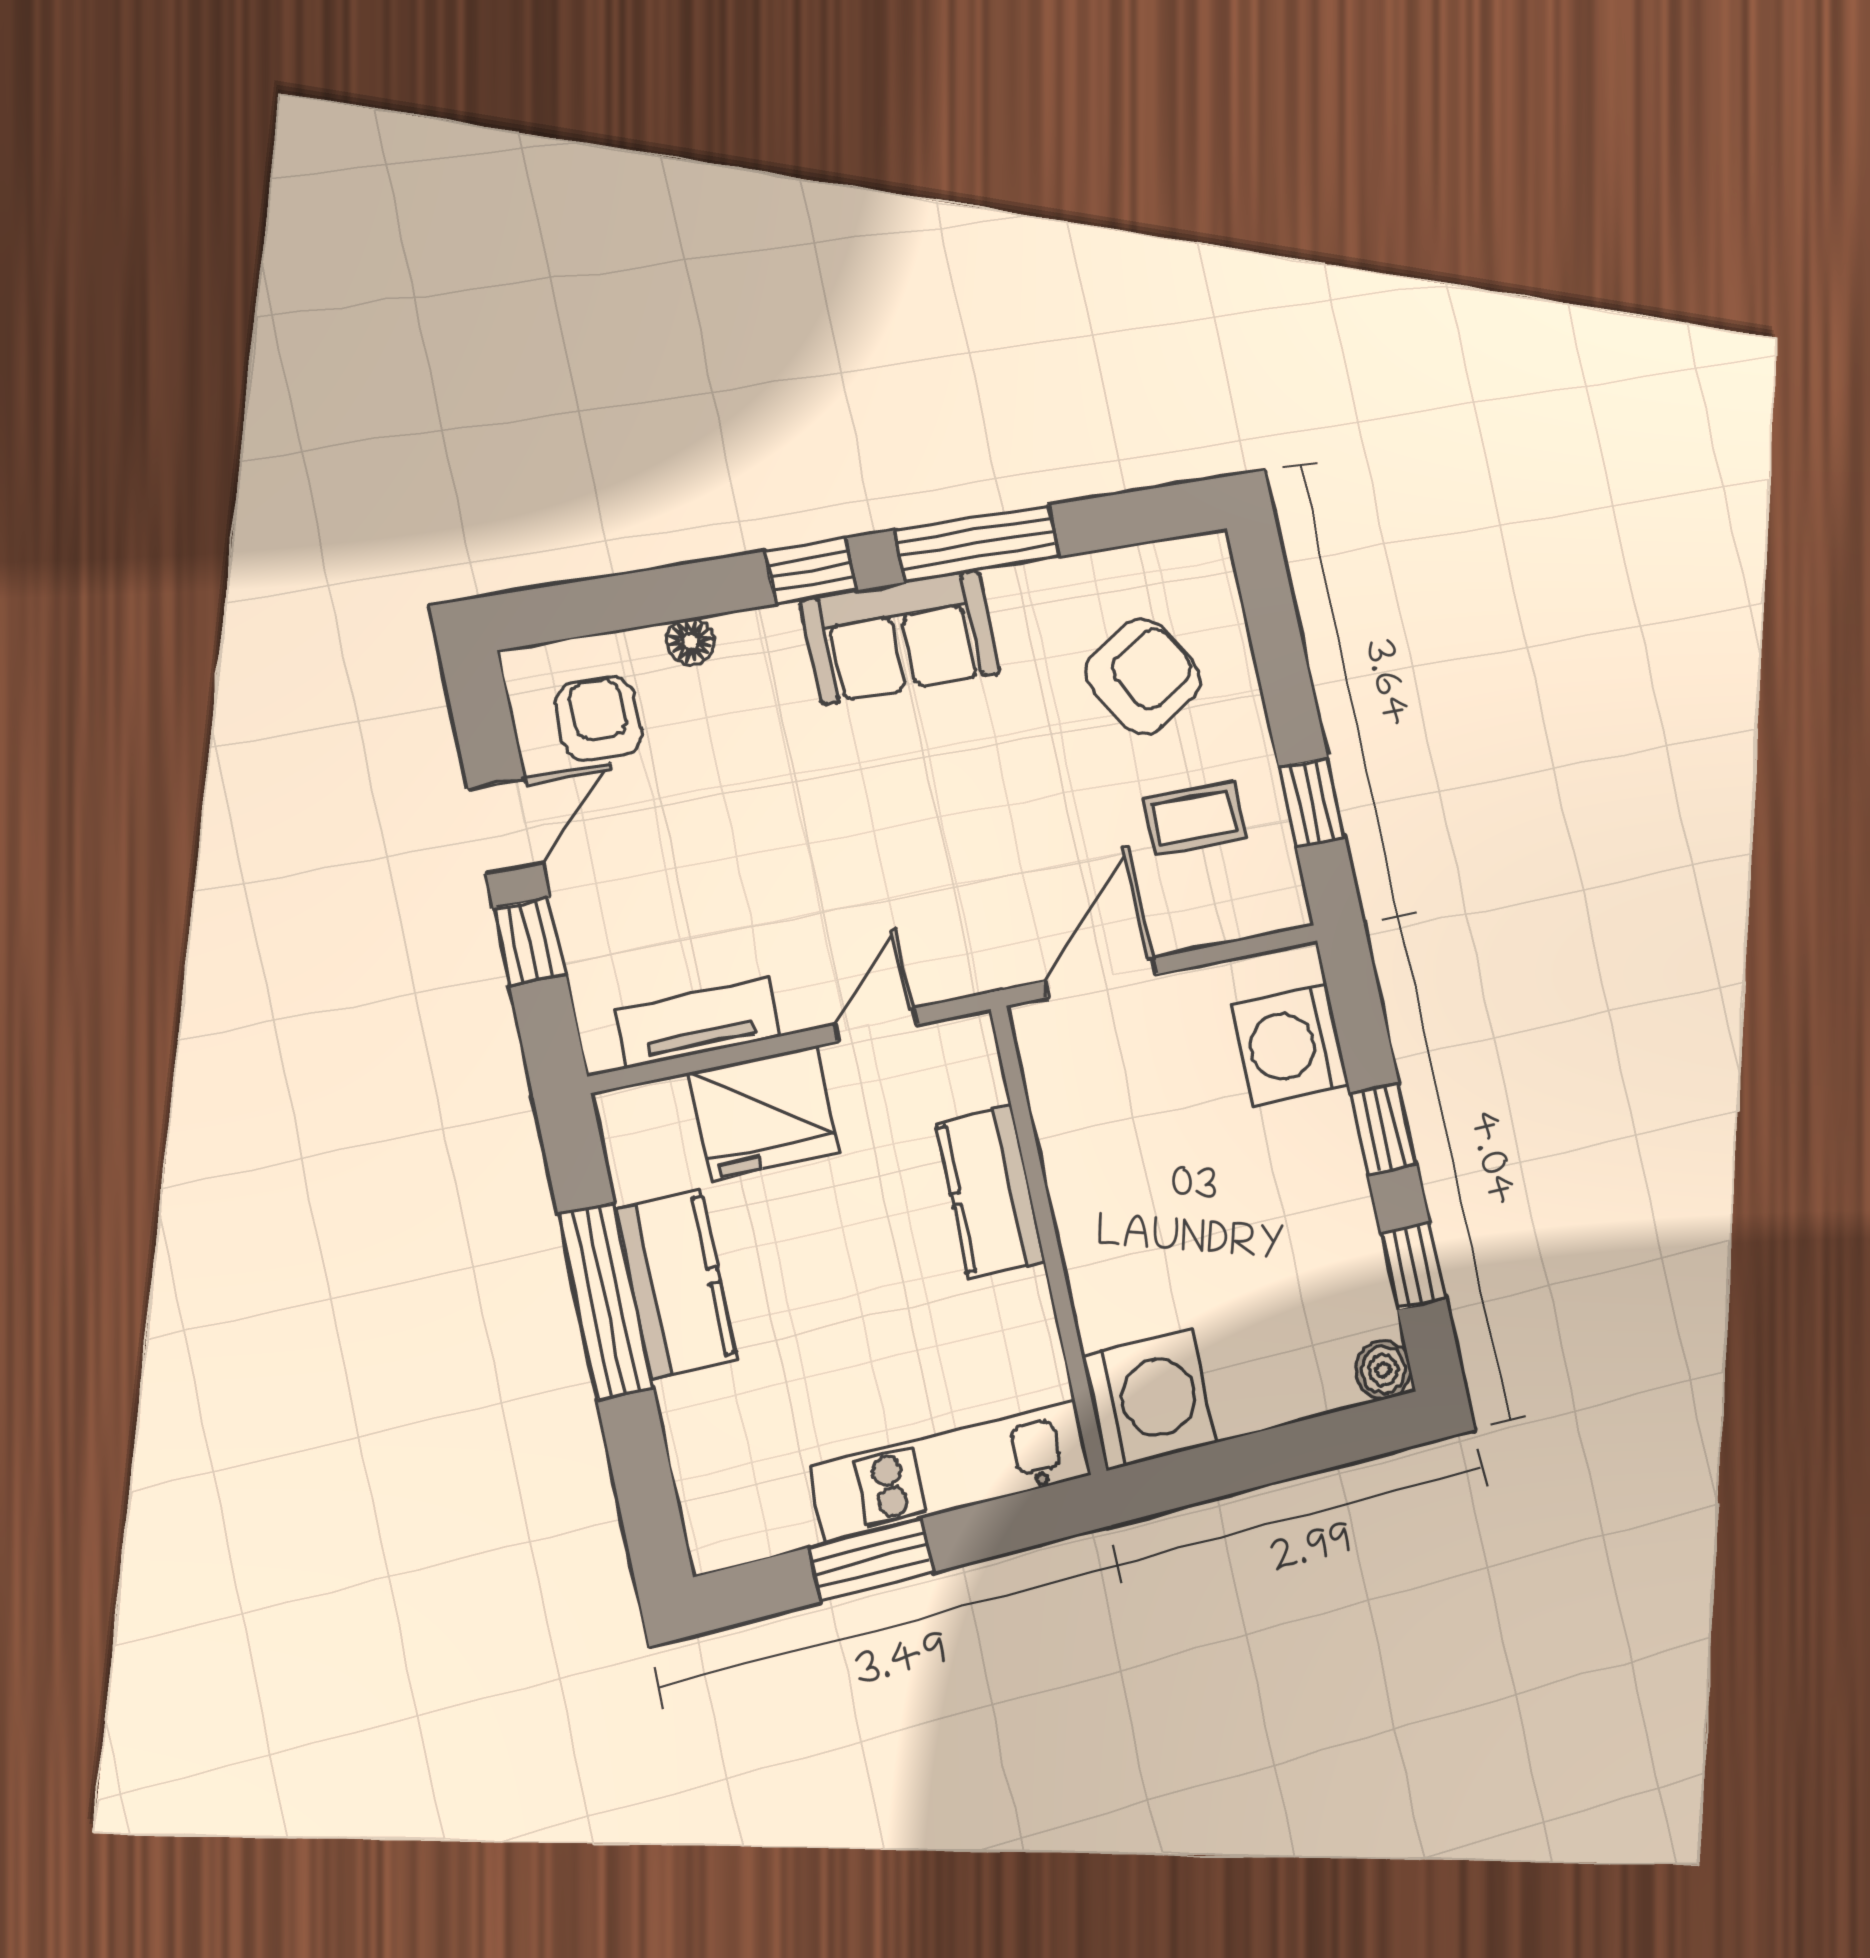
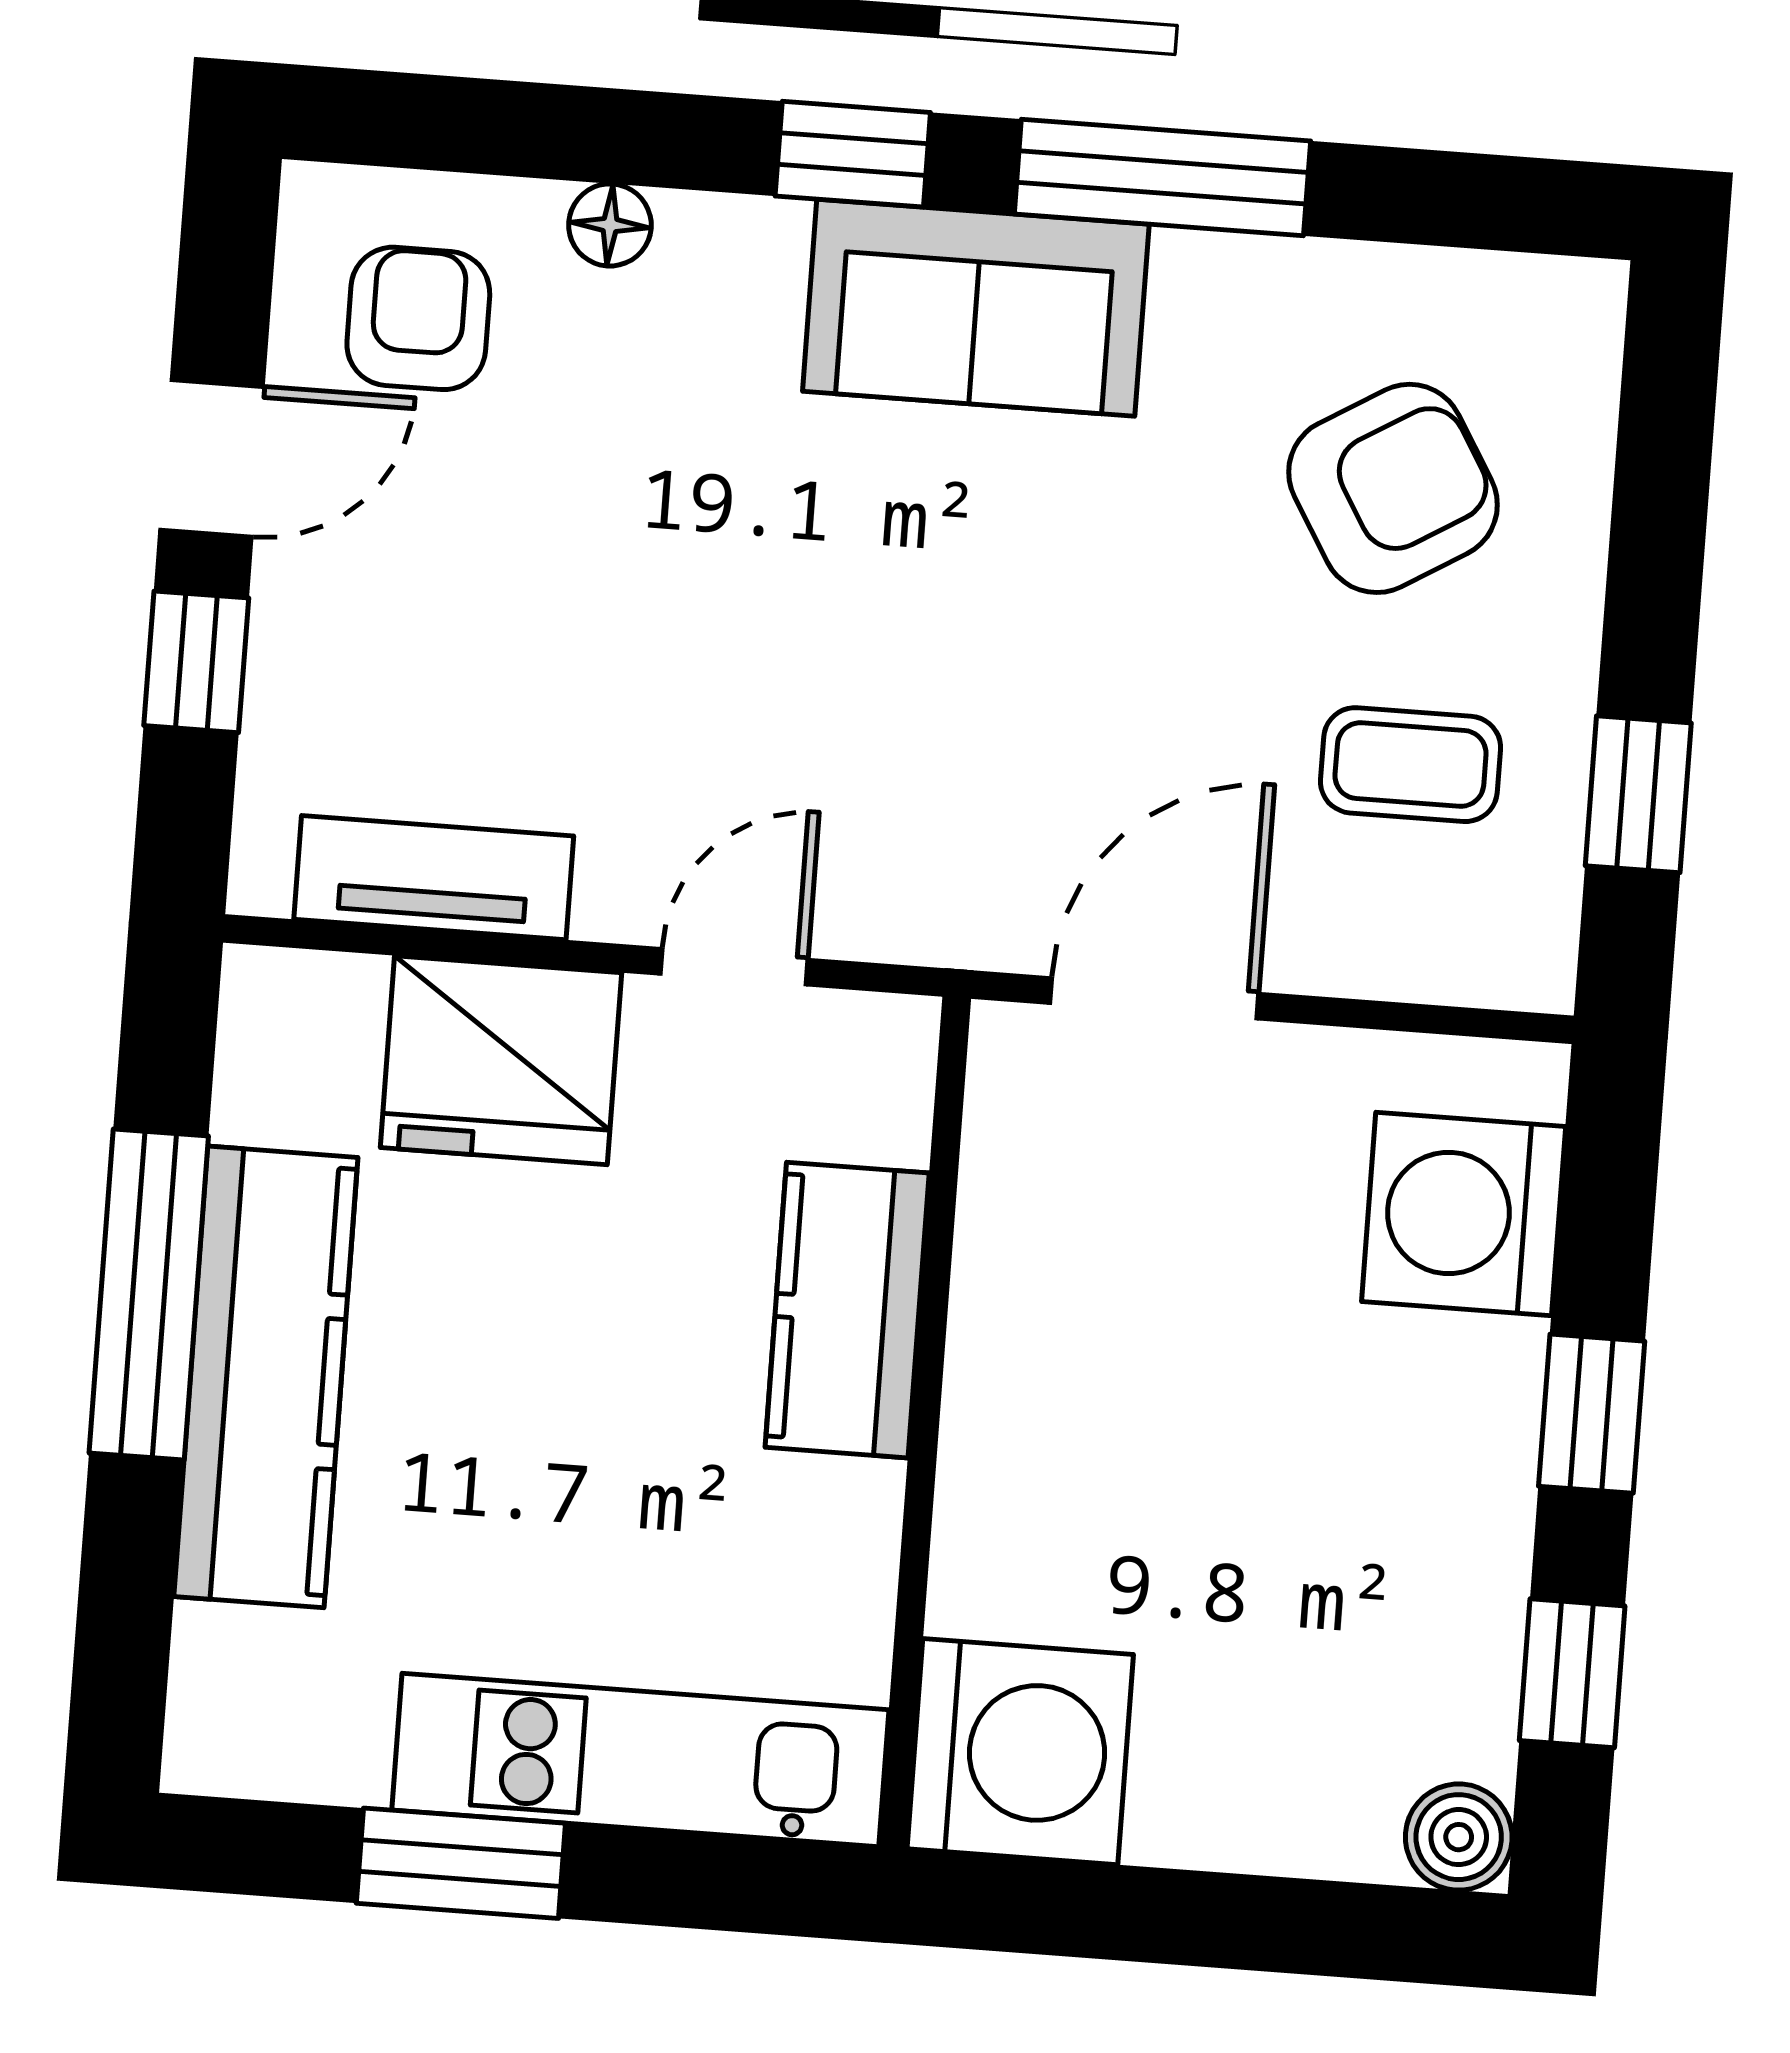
kitchen counter: (676, 1284) -> (266, 1377), width x1.50

